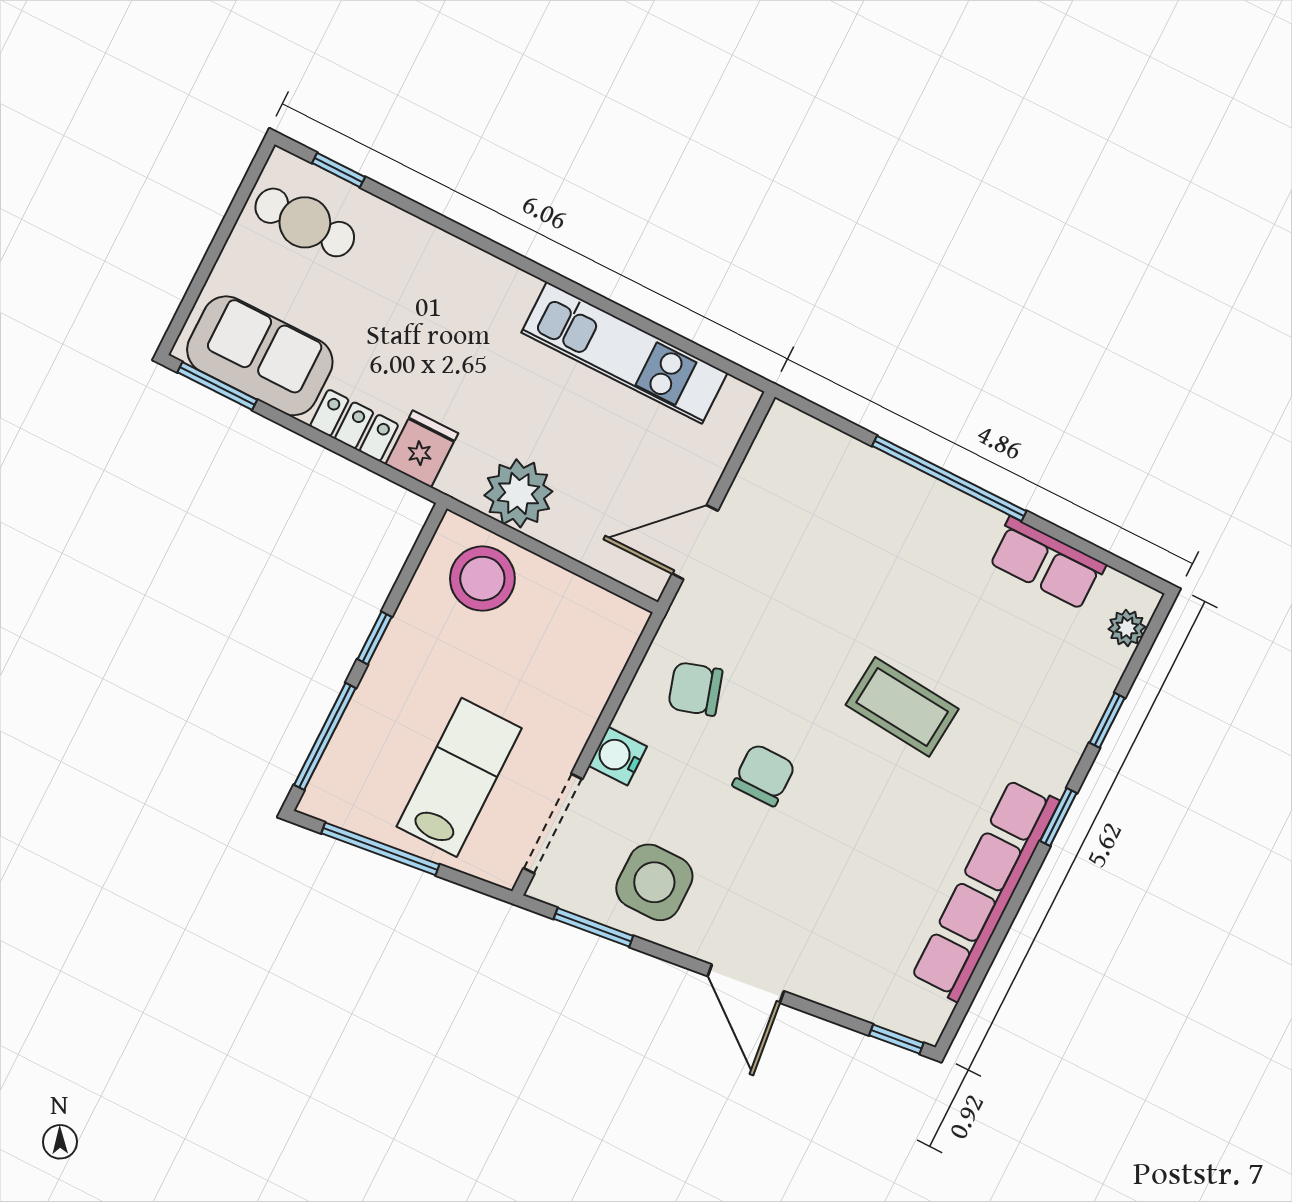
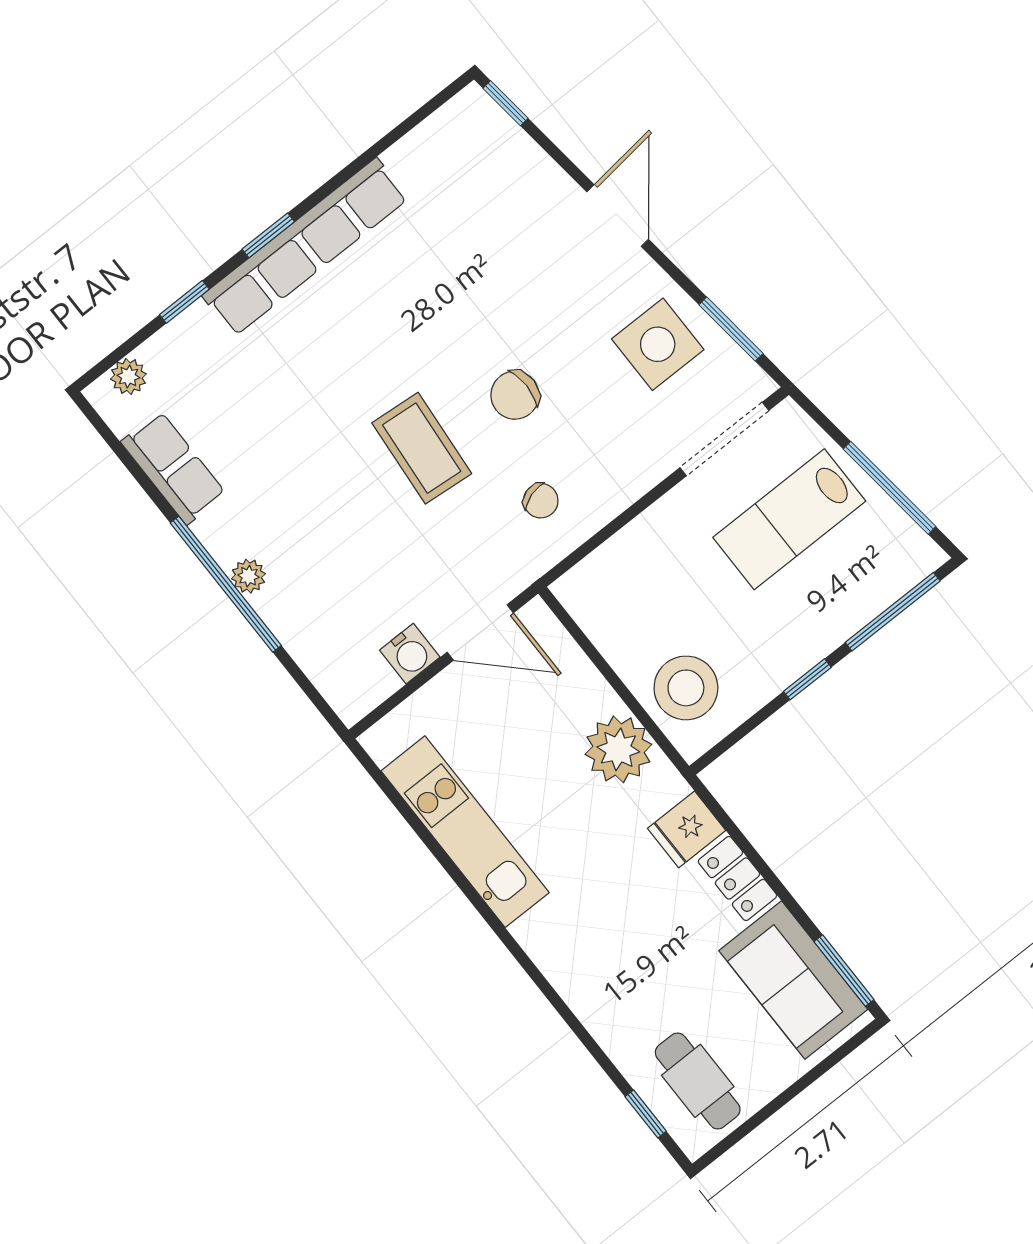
plant: (932, 496) -> (248, 576), added
chair: (695, 689) -> (541, 501), width x0.73, depth x0.73
coffee table: (902, 707) -> (422, 448), moved
water cooler: (618, 756) -> (410, 654), moved
row of seats: (985, 890) -> (305, 247), moved

